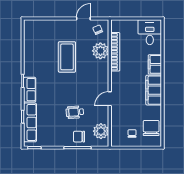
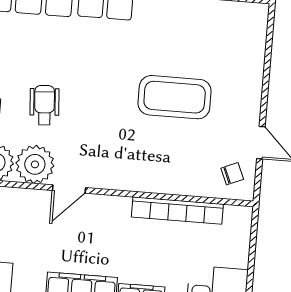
plant: (100, 51) -> (35, 164), moved
door: (110, 99) -> (69, 189), swing flipped

